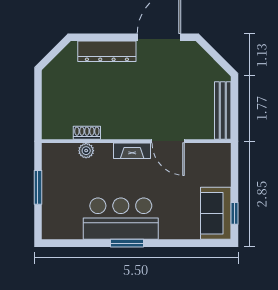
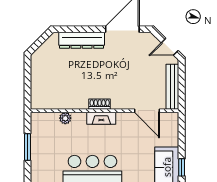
door: (219, 60) -> (170, 47), added
shoe rack: (87, 133) -> (100, 104), moved
door: (168, 141) -> (147, 111), moved

